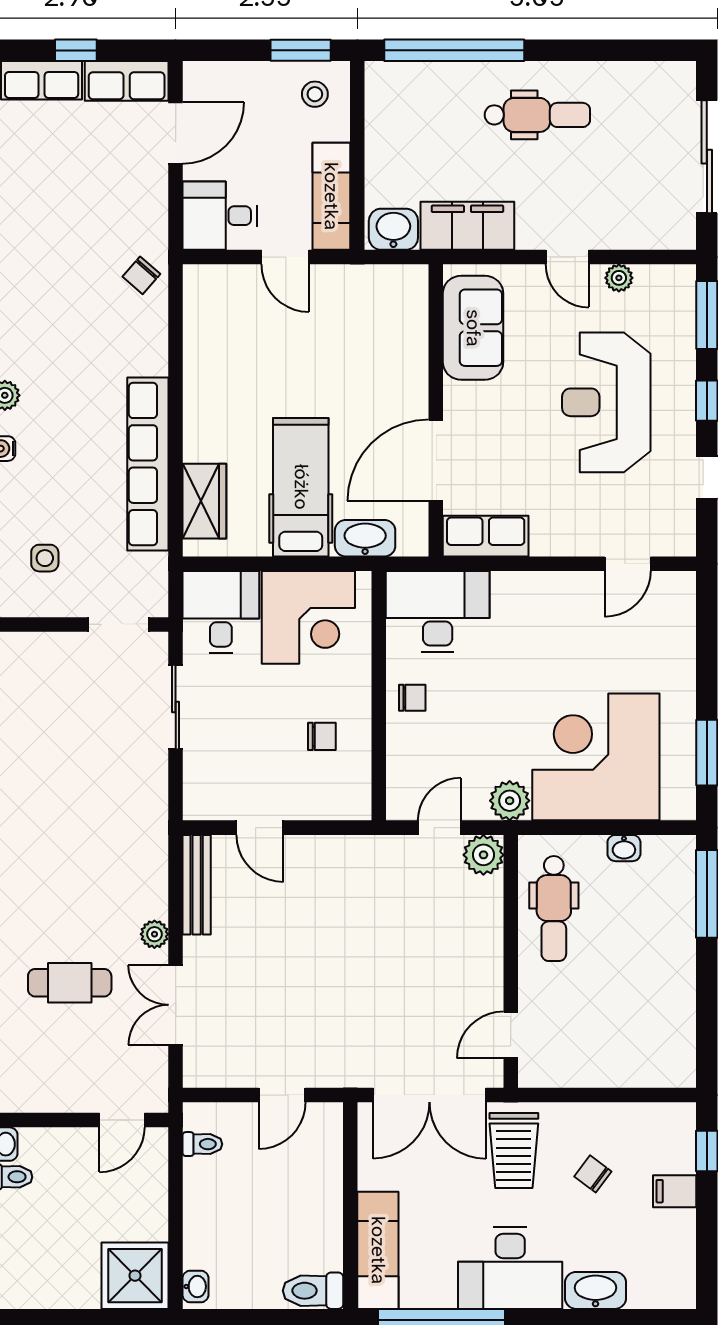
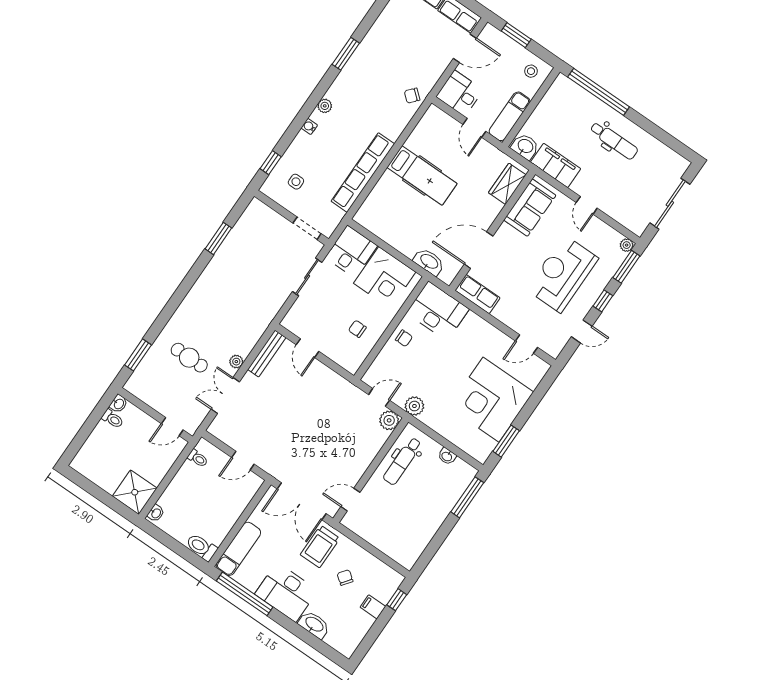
window: (301, 50) -> (516, 35), moved
plant: (619, 278) -> (627, 245), moved
hospital bed: (301, 487) -> (422, 175), moved, turned 90
wardrobe: (204, 501) -> (507, 184), moved, turned 180
chair: (322, 736) -> (357, 329), turned 180
corner desk: (596, 757) -> (491, 400), moved, turned -90

